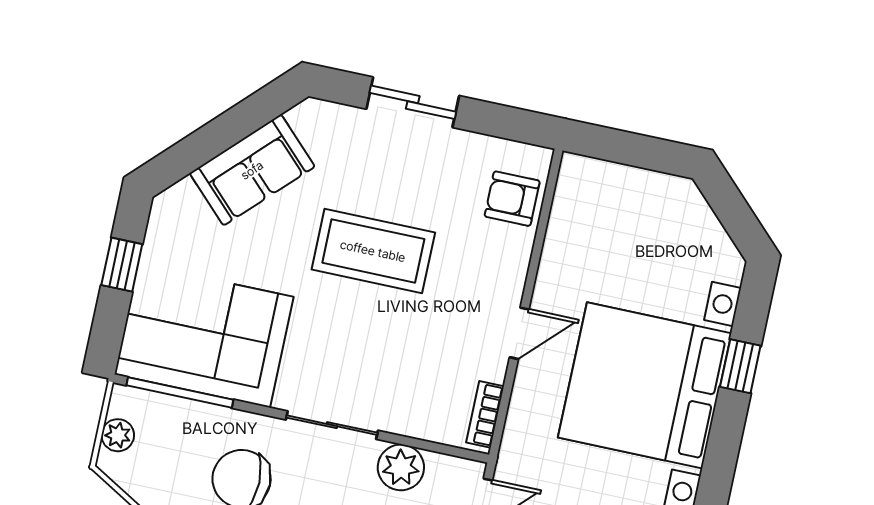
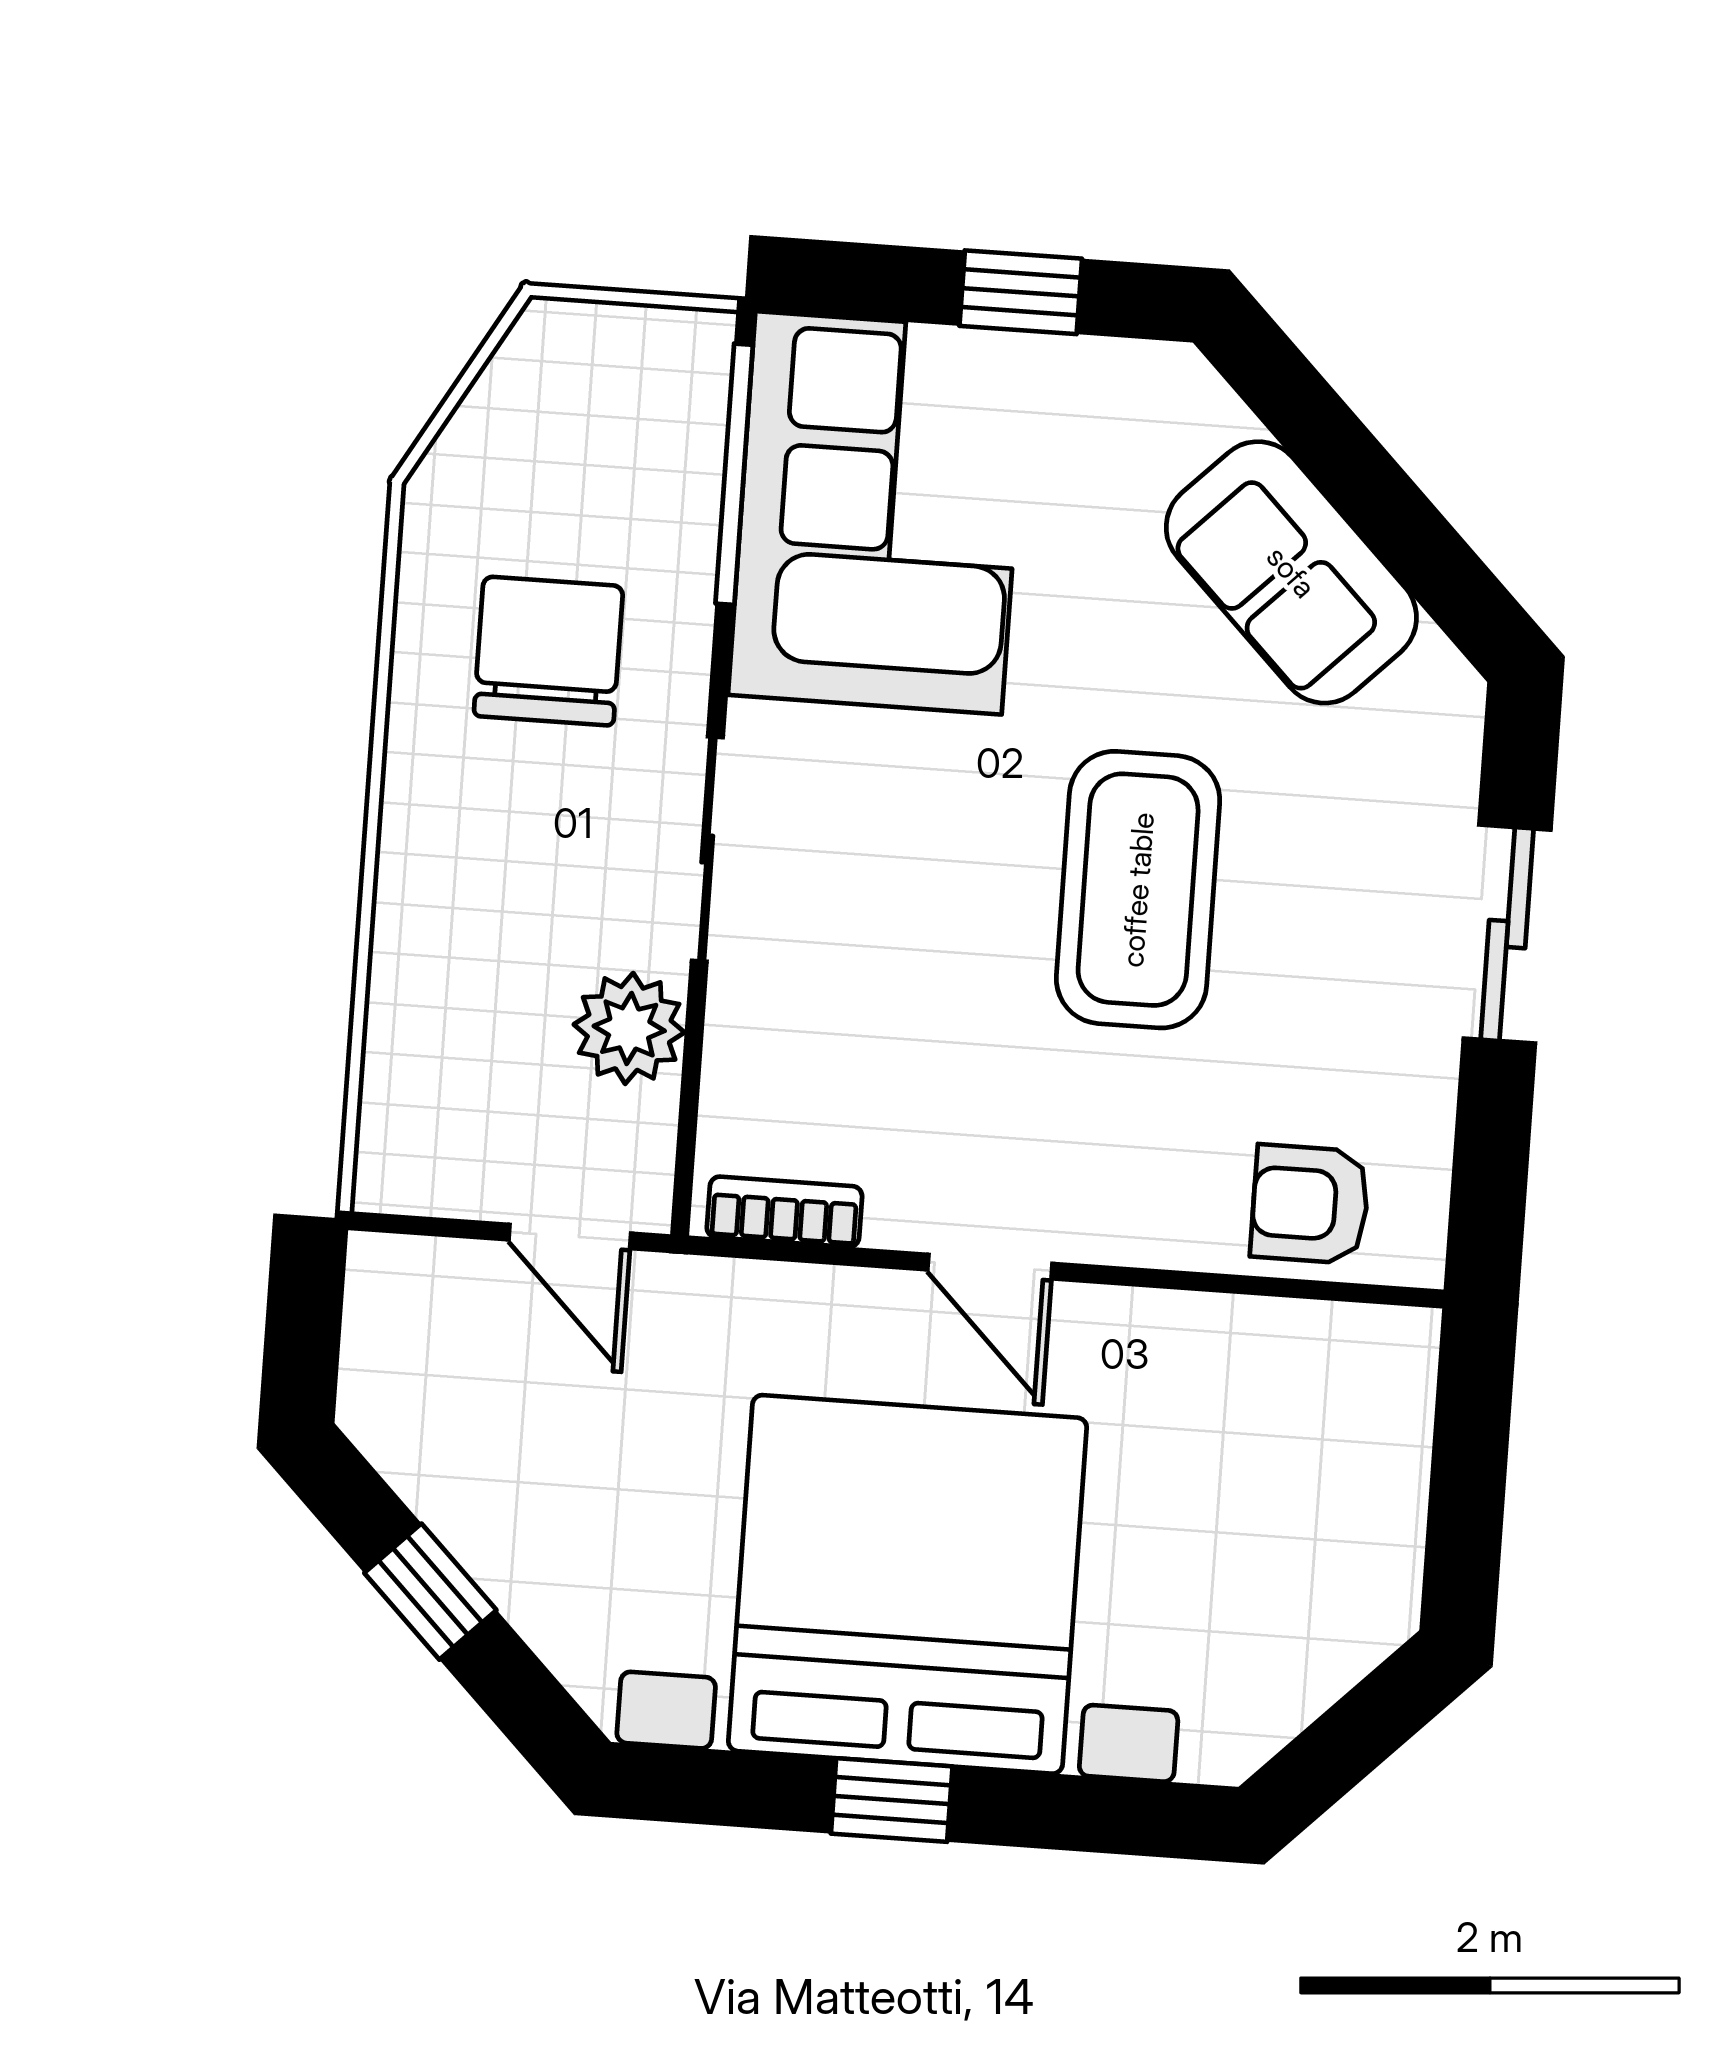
armchair: (512, 199) -> (1310, 1204), turned -90
window: (740, 366) -> (892, 1800), moved
plant: (118, 435) -> (611, 340), removed

